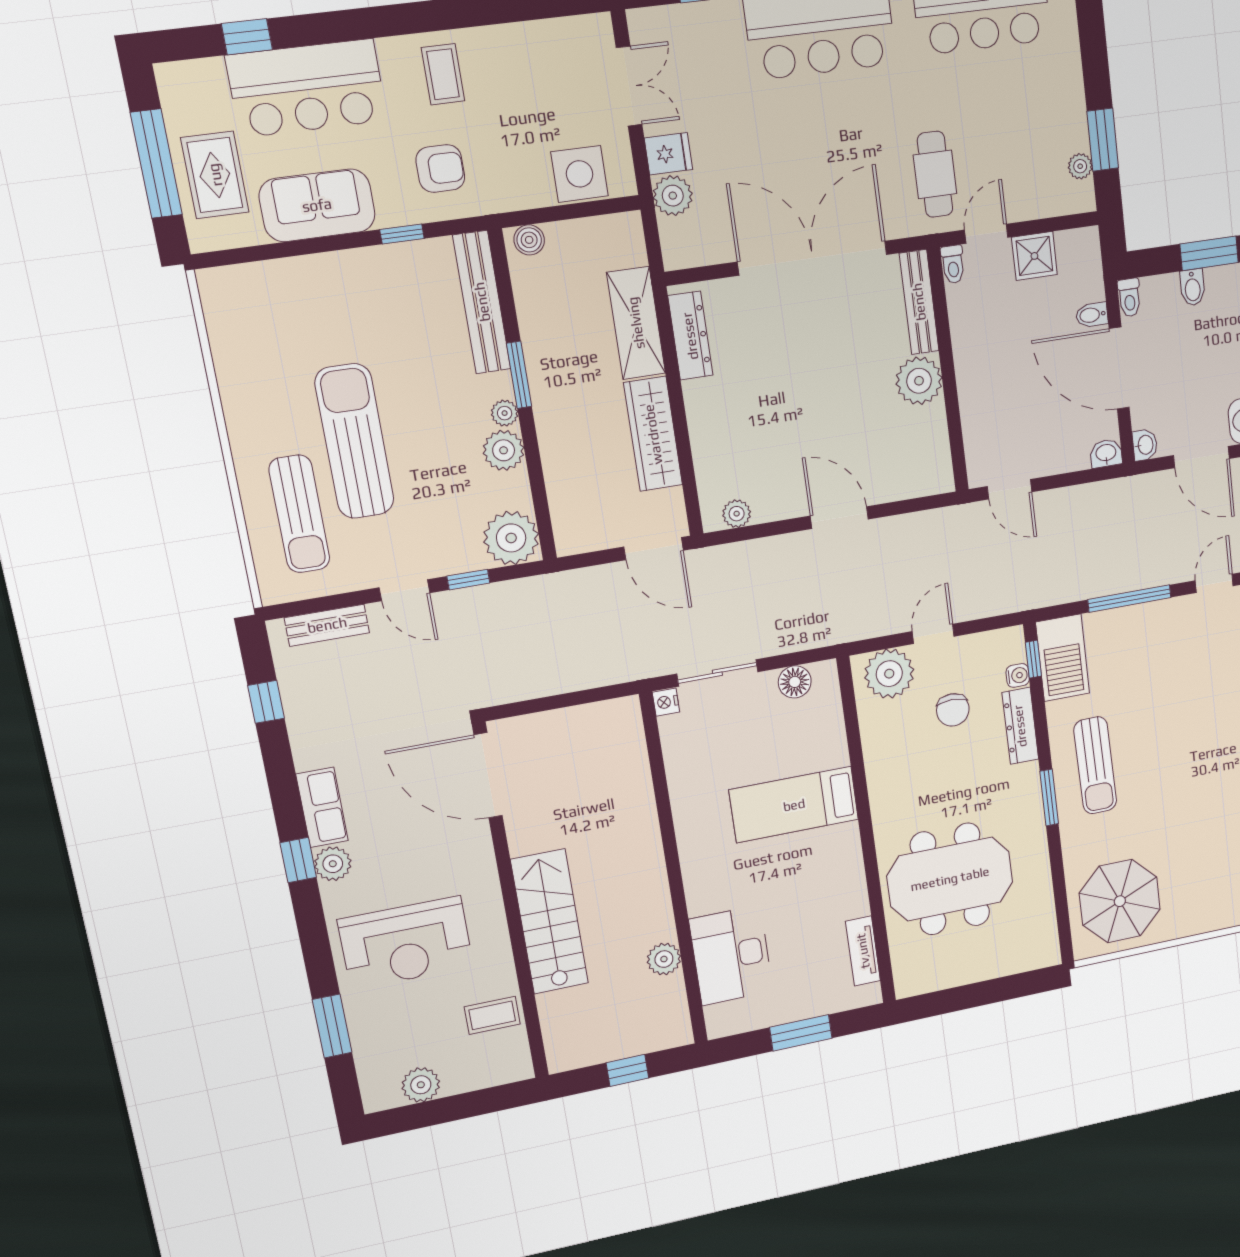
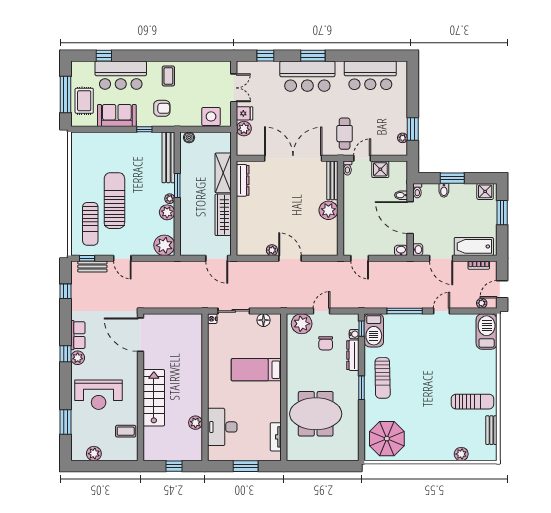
plant: (737, 514) -> (272, 250), moved
window: (468, 580) -> (87, 258), moved

